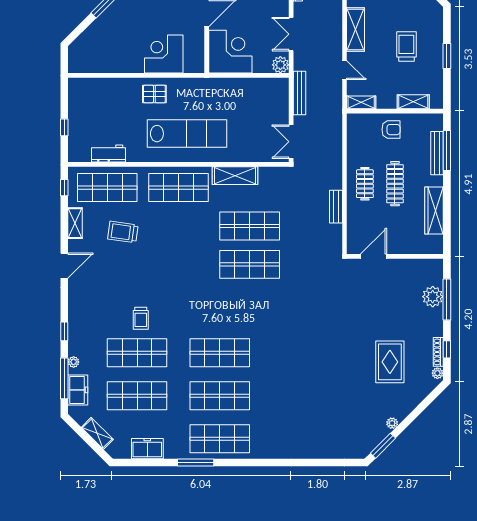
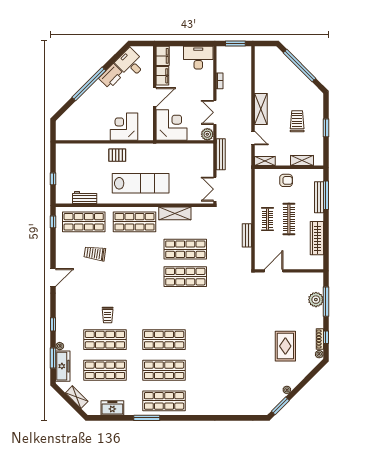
shelving: (75, 223) -> (61, 247), removed
window: (64, 378) -> (53, 358), width x0.69
freezer: (78, 390) -> (63, 366), width x1.40

